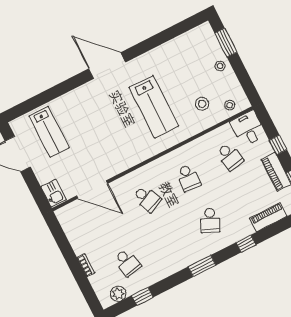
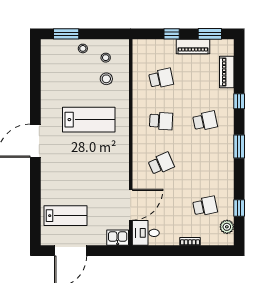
stool: (230, 105) -> (106, 58), moved
desk: (248, 129) -> (146, 233), moved
school desk: (210, 220) -> (205, 121), turned -36

